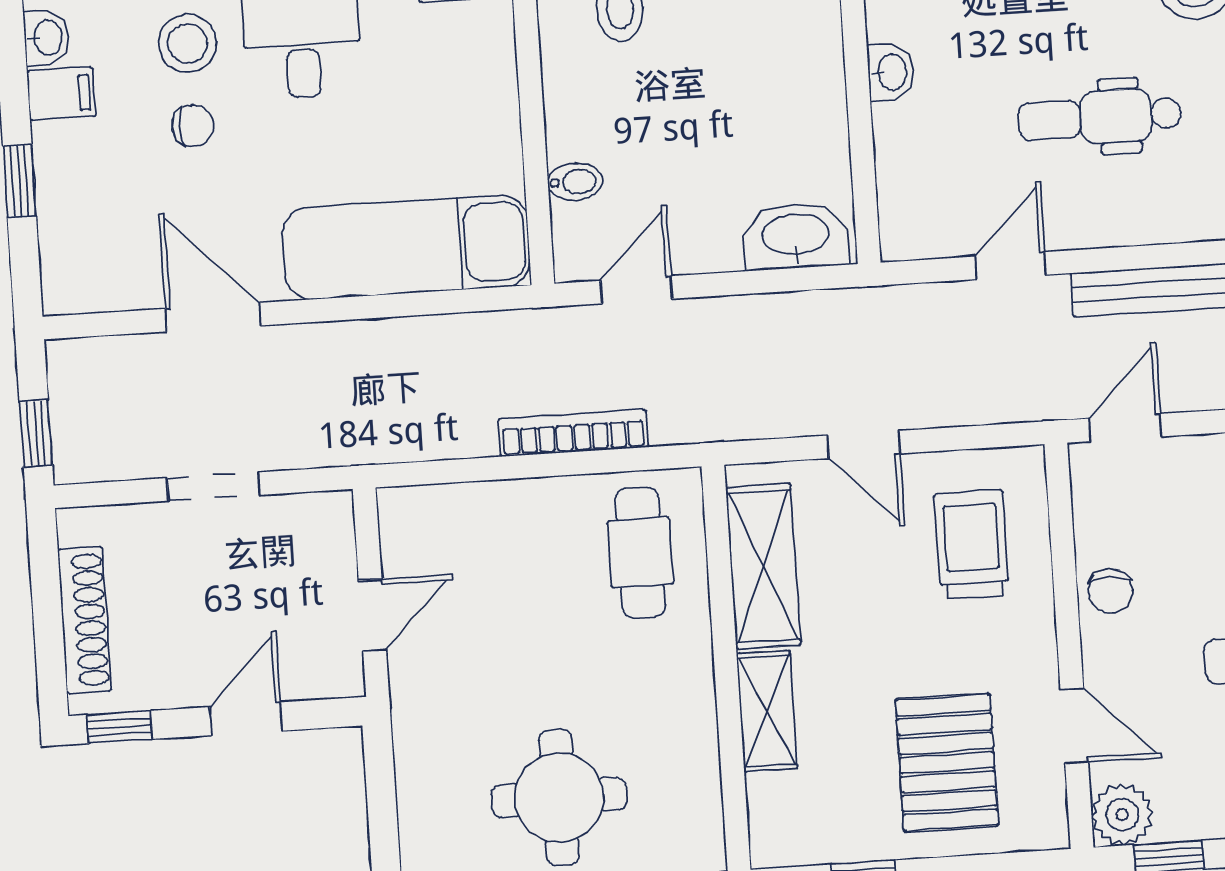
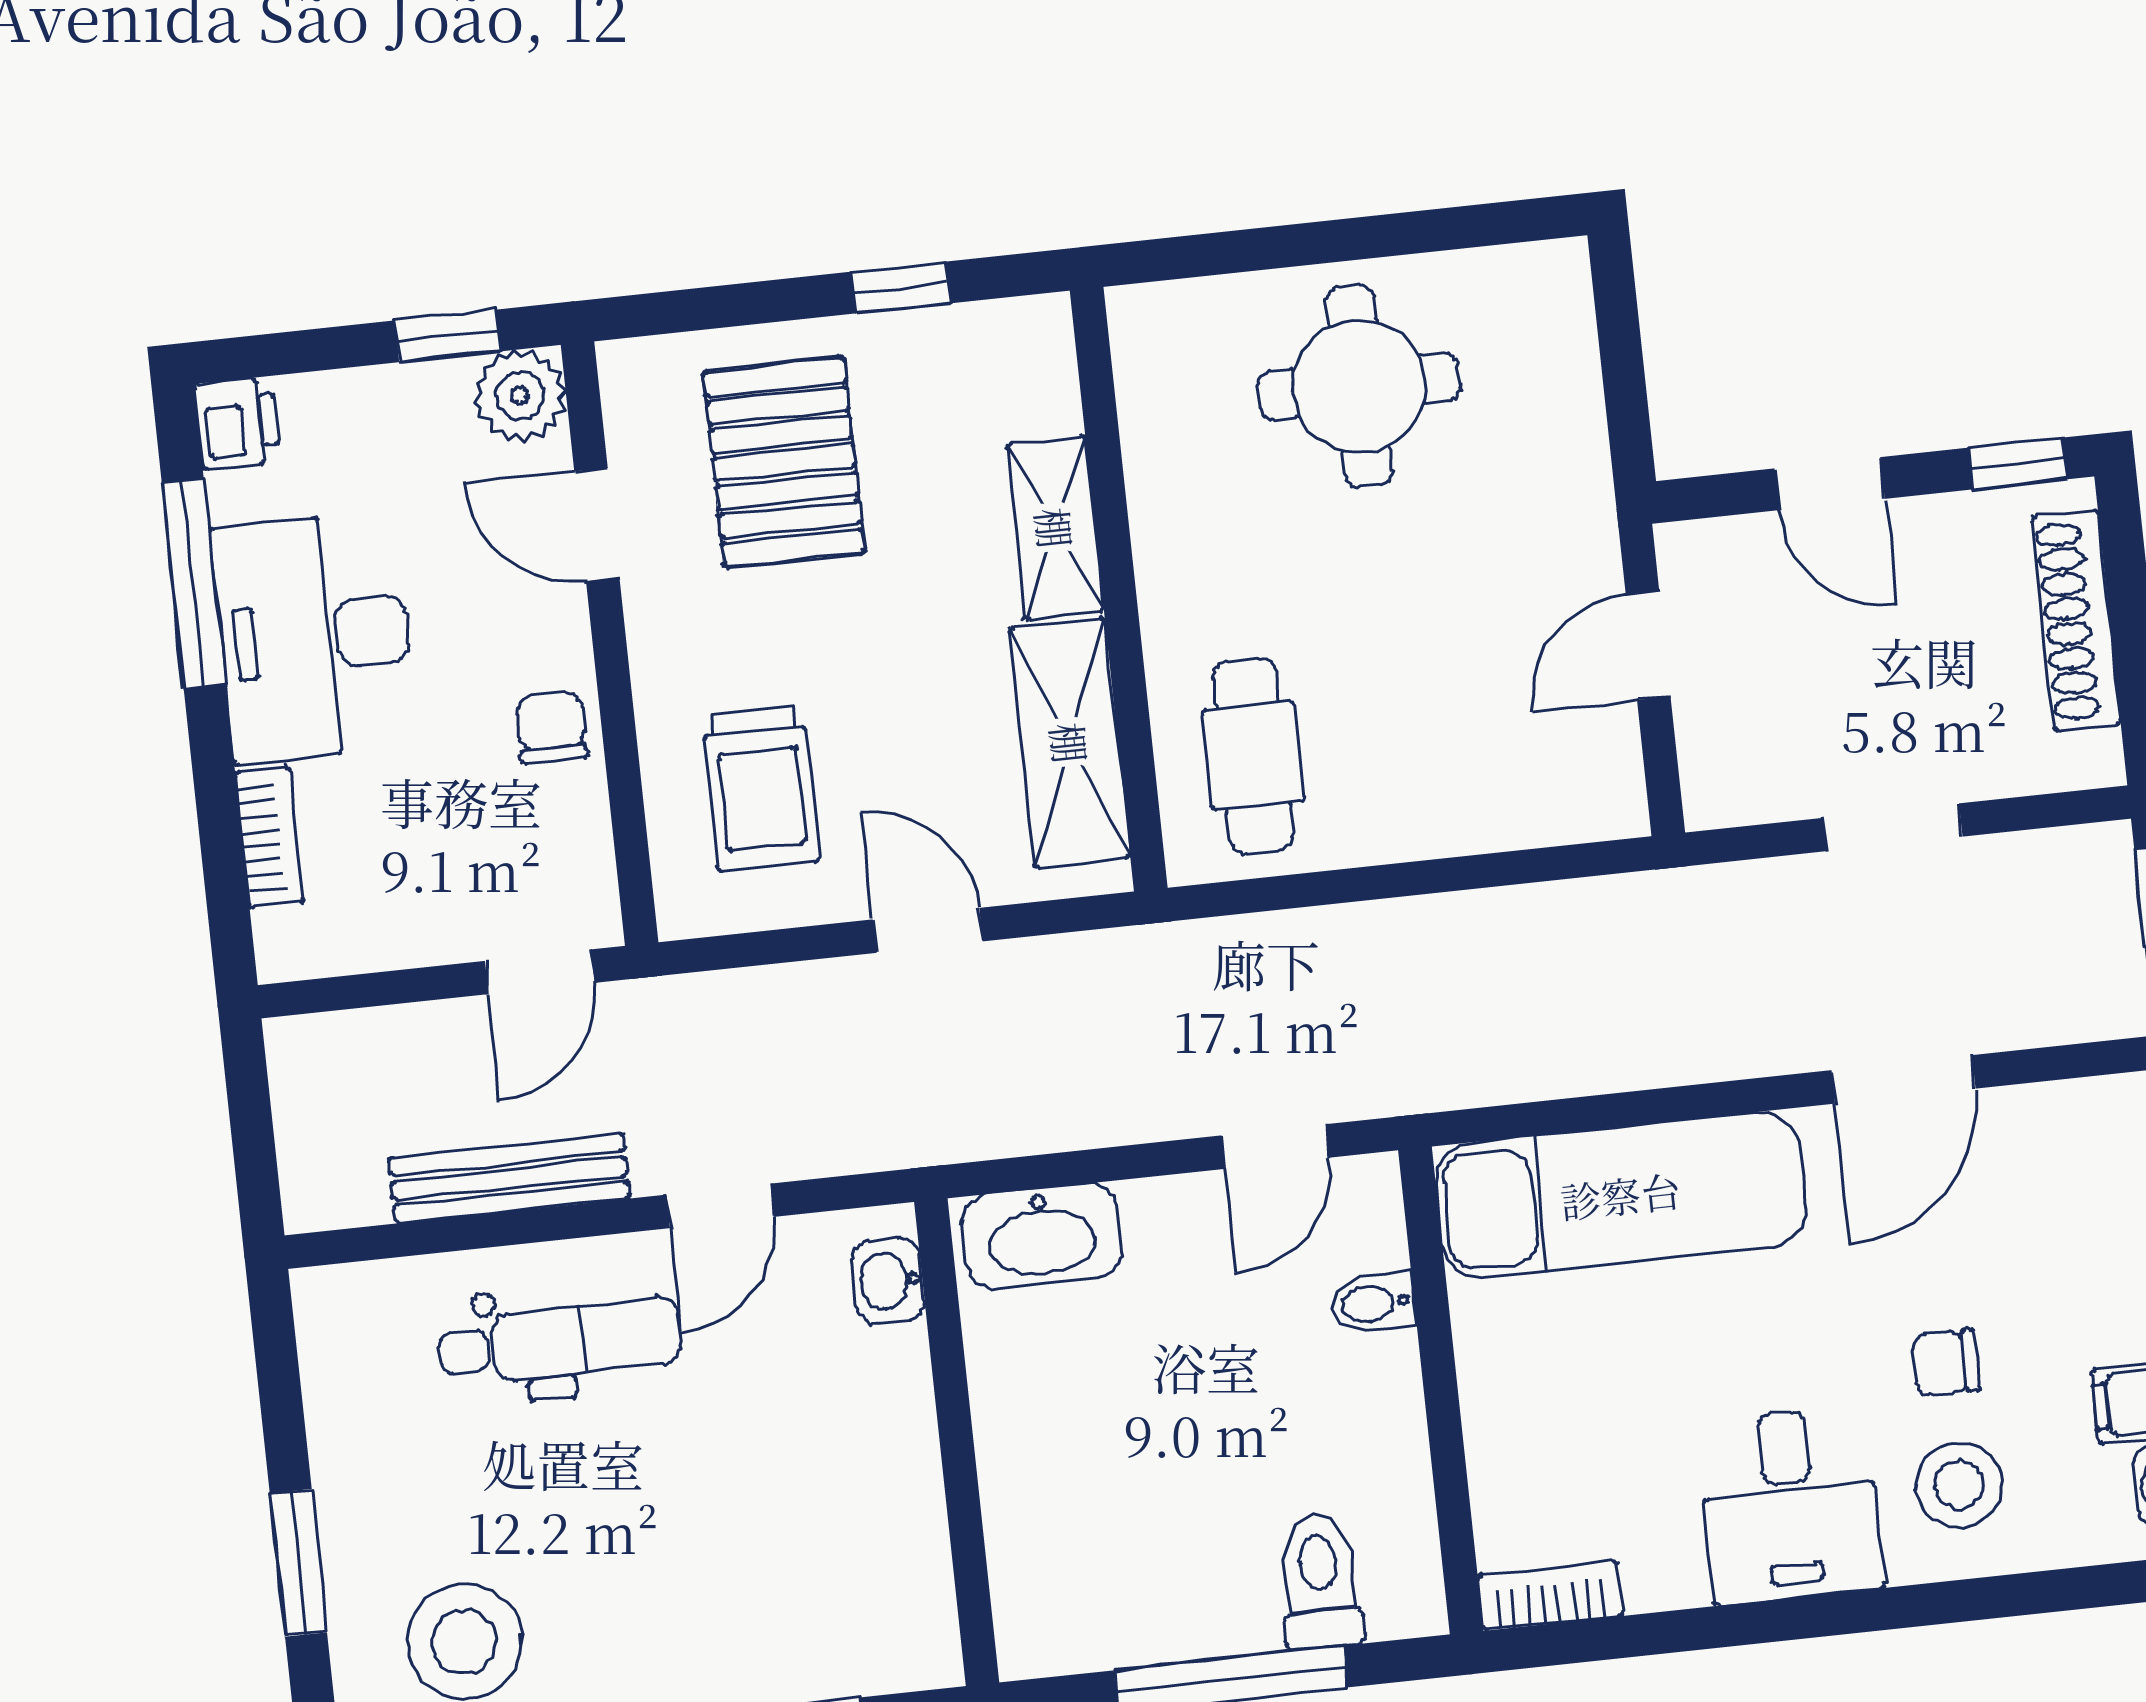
washbasin: (891, 72) -> (888, 1281), moved
dental chair: (1100, 117) -> (560, 1342), moved
door: (213, 317) -> (1904, 1079), hinge flipped
bookcase: (573, 433) -> (1361, 929), removed
door: (246, 719) -> (1830, 484), hinge flipped

